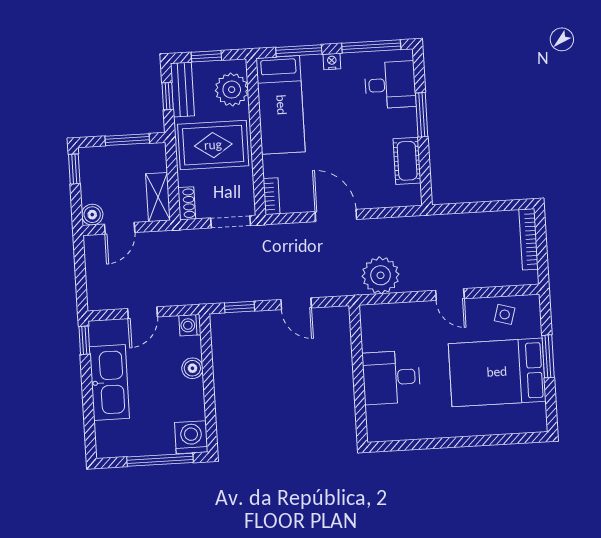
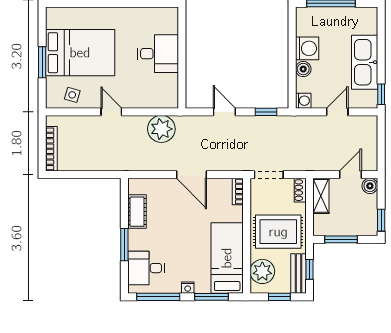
washing machine: (191, 437) -> (307, 48), moved, turned -90

